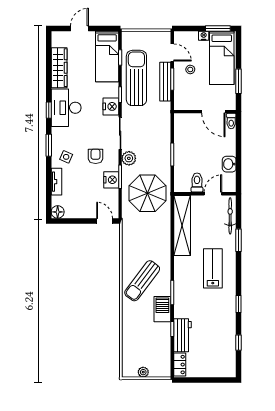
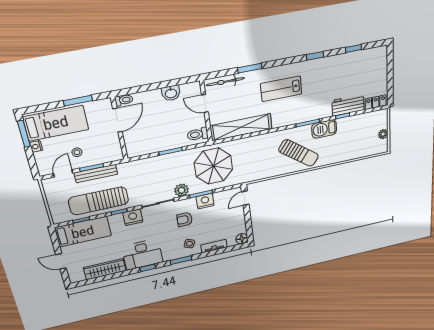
toilet: (197, 183) -> (198, 134), moved

